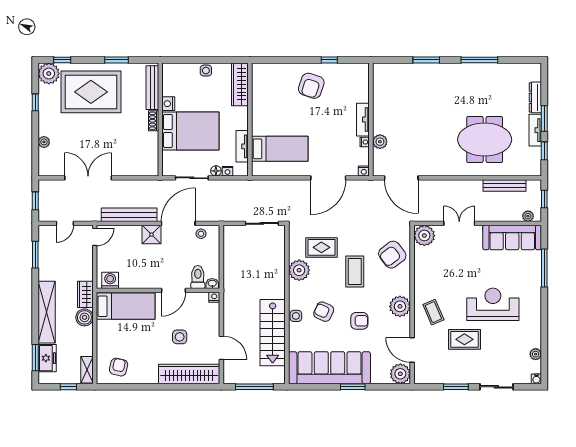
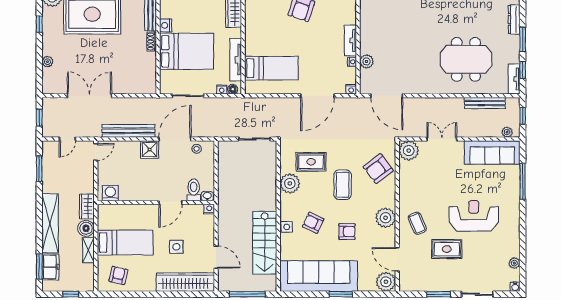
tv unit: (535, 130) -> (514, 79), moved
tv unit: (242, 146) -> (236, 60), width x1.41
floor lamp: (216, 171) -> (233, 89), moved
bed: (126, 306) -> (125, 243), moved
shelving: (87, 370) -> (88, 250), moved

